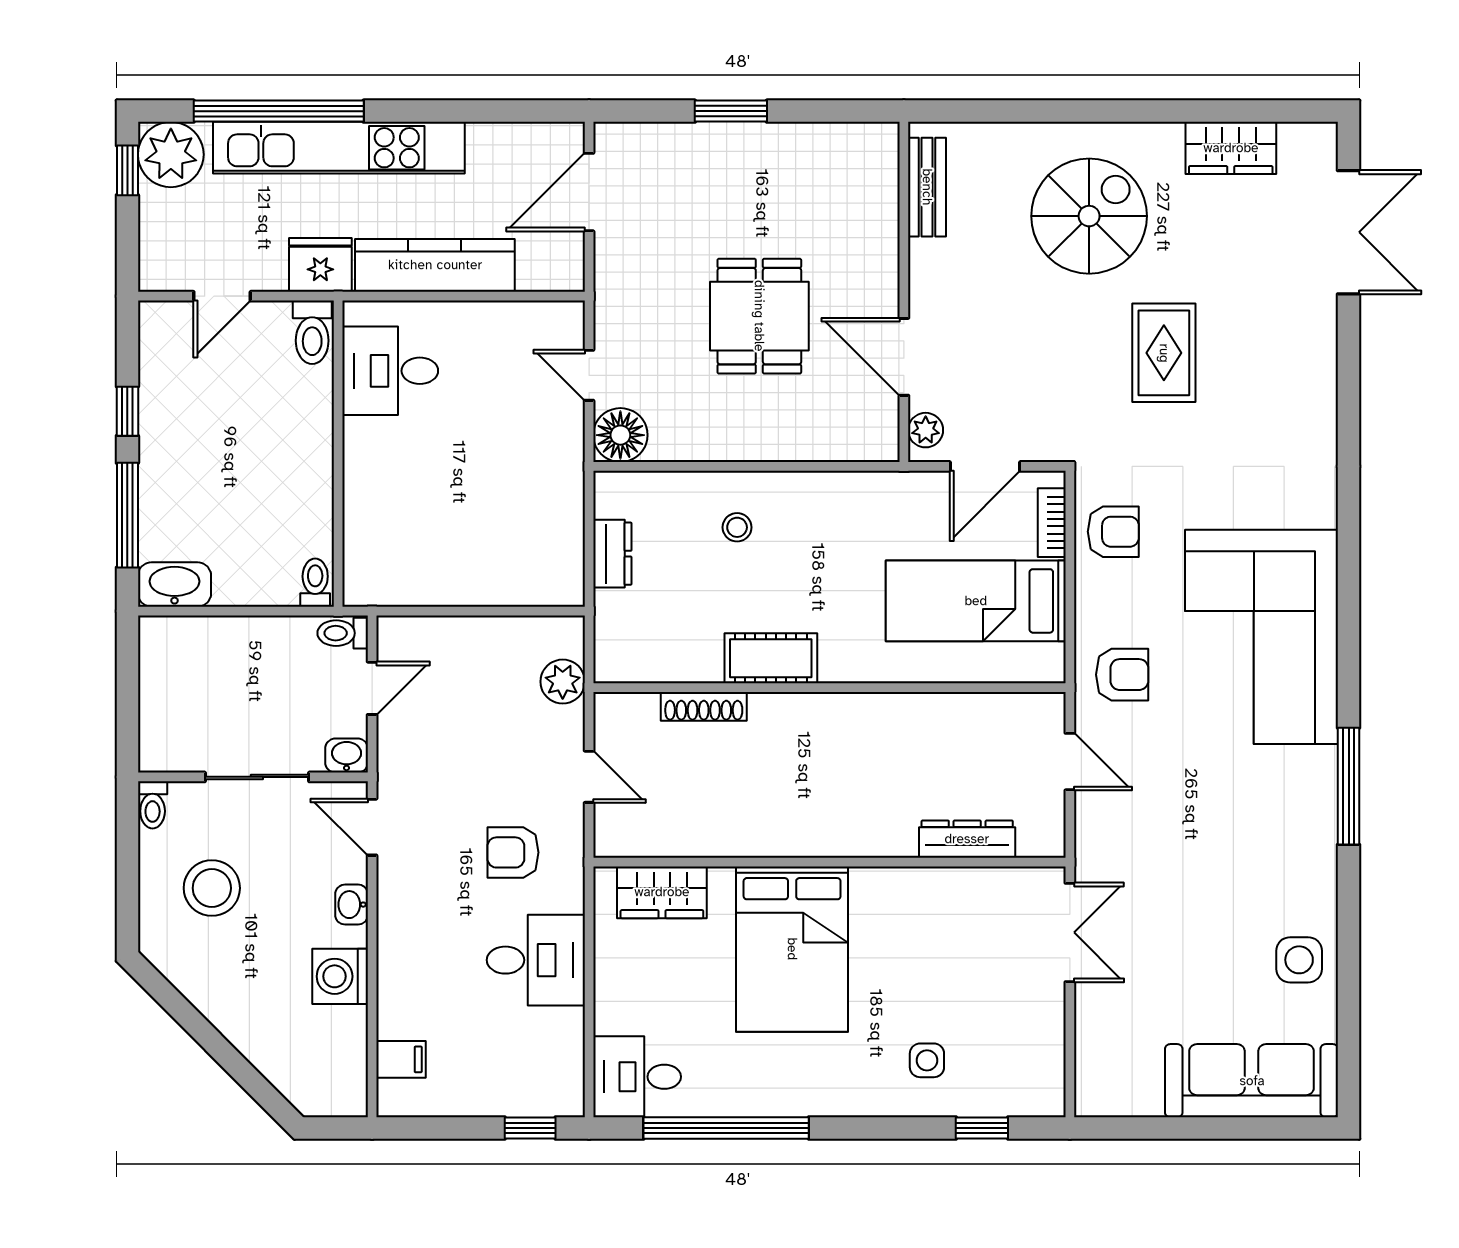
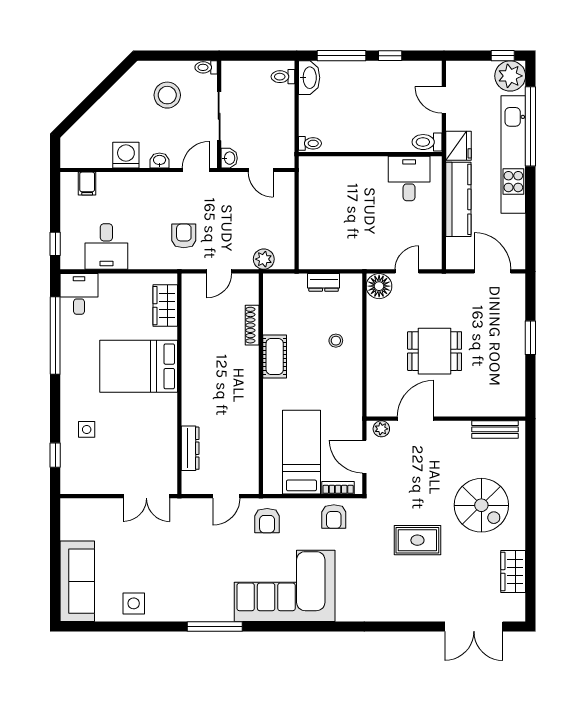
toilet: (343, 633) -> (283, 77), moved, turned -90
desk: (536, 960) -> (106, 247), moved

